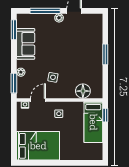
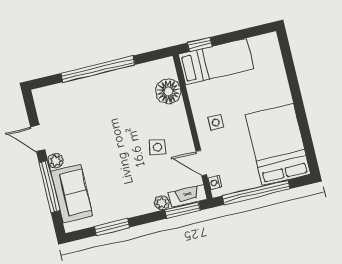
window: (14, 30) -> (112, 227), moved
sofa: (26, 44) -> (72, 193), moved, turned 90
window: (105, 54) -> (98, 69), width x2.11
fireplace: (21, 88) -> (188, 196), added
window: (14, 127) -> (256, 192), added

